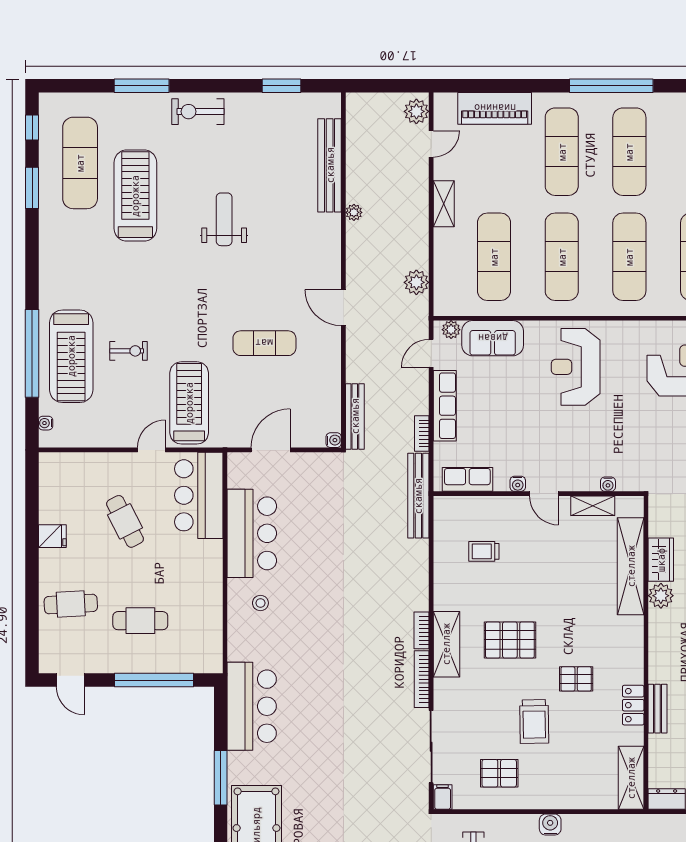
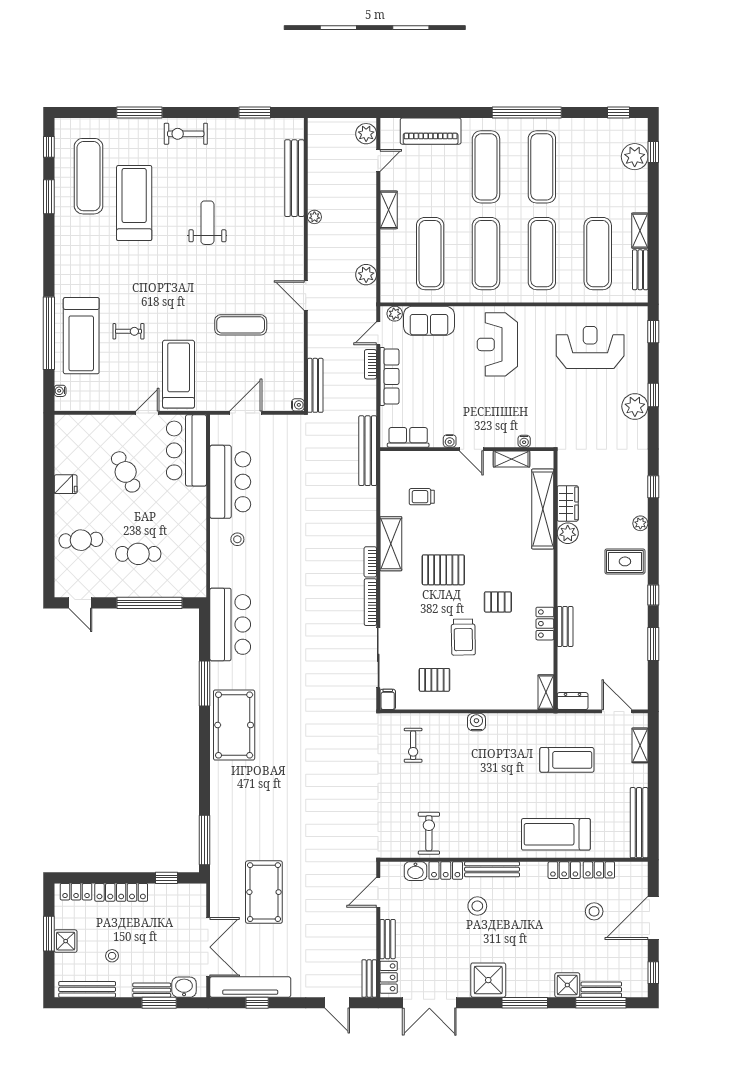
bookcase: (422, 433) -> (370, 364), moved
shelving: (446, 644) -> (391, 544), moved
shelving: (631, 778) -> (546, 692), width x0.67, depth x0.75

